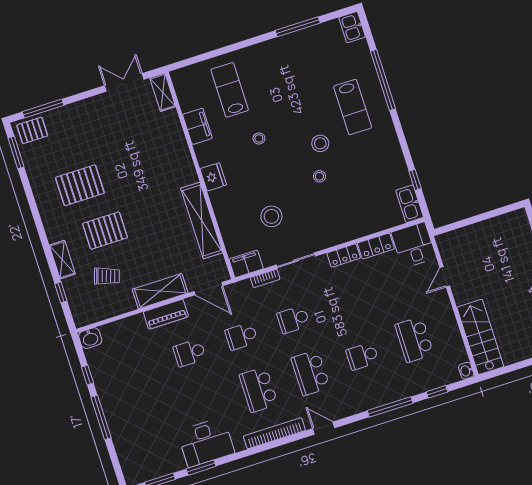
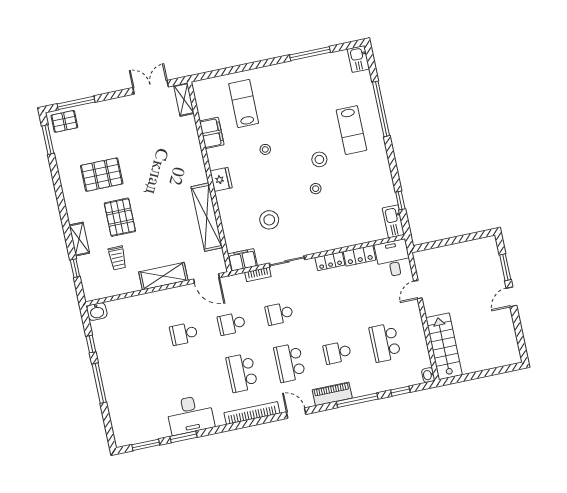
pallet: (105, 231) -> (120, 217), turned 90
trolley: (107, 276) -> (117, 258), turned 72
piano: (166, 314) -> (332, 394), moved, turned 180

